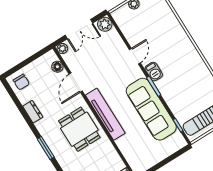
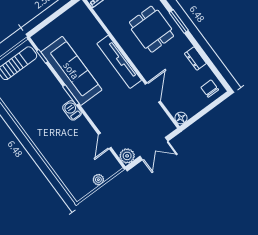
double door: (79, 29) -> (154, 149), swing flipped
plant: (62, 49) -> (169, 127), removed
door: (135, 56) -> (105, 141), moved
floor lamp: (57, 67) -> (181, 118), moved
dining table: (79, 129) -> (151, 29), moved

